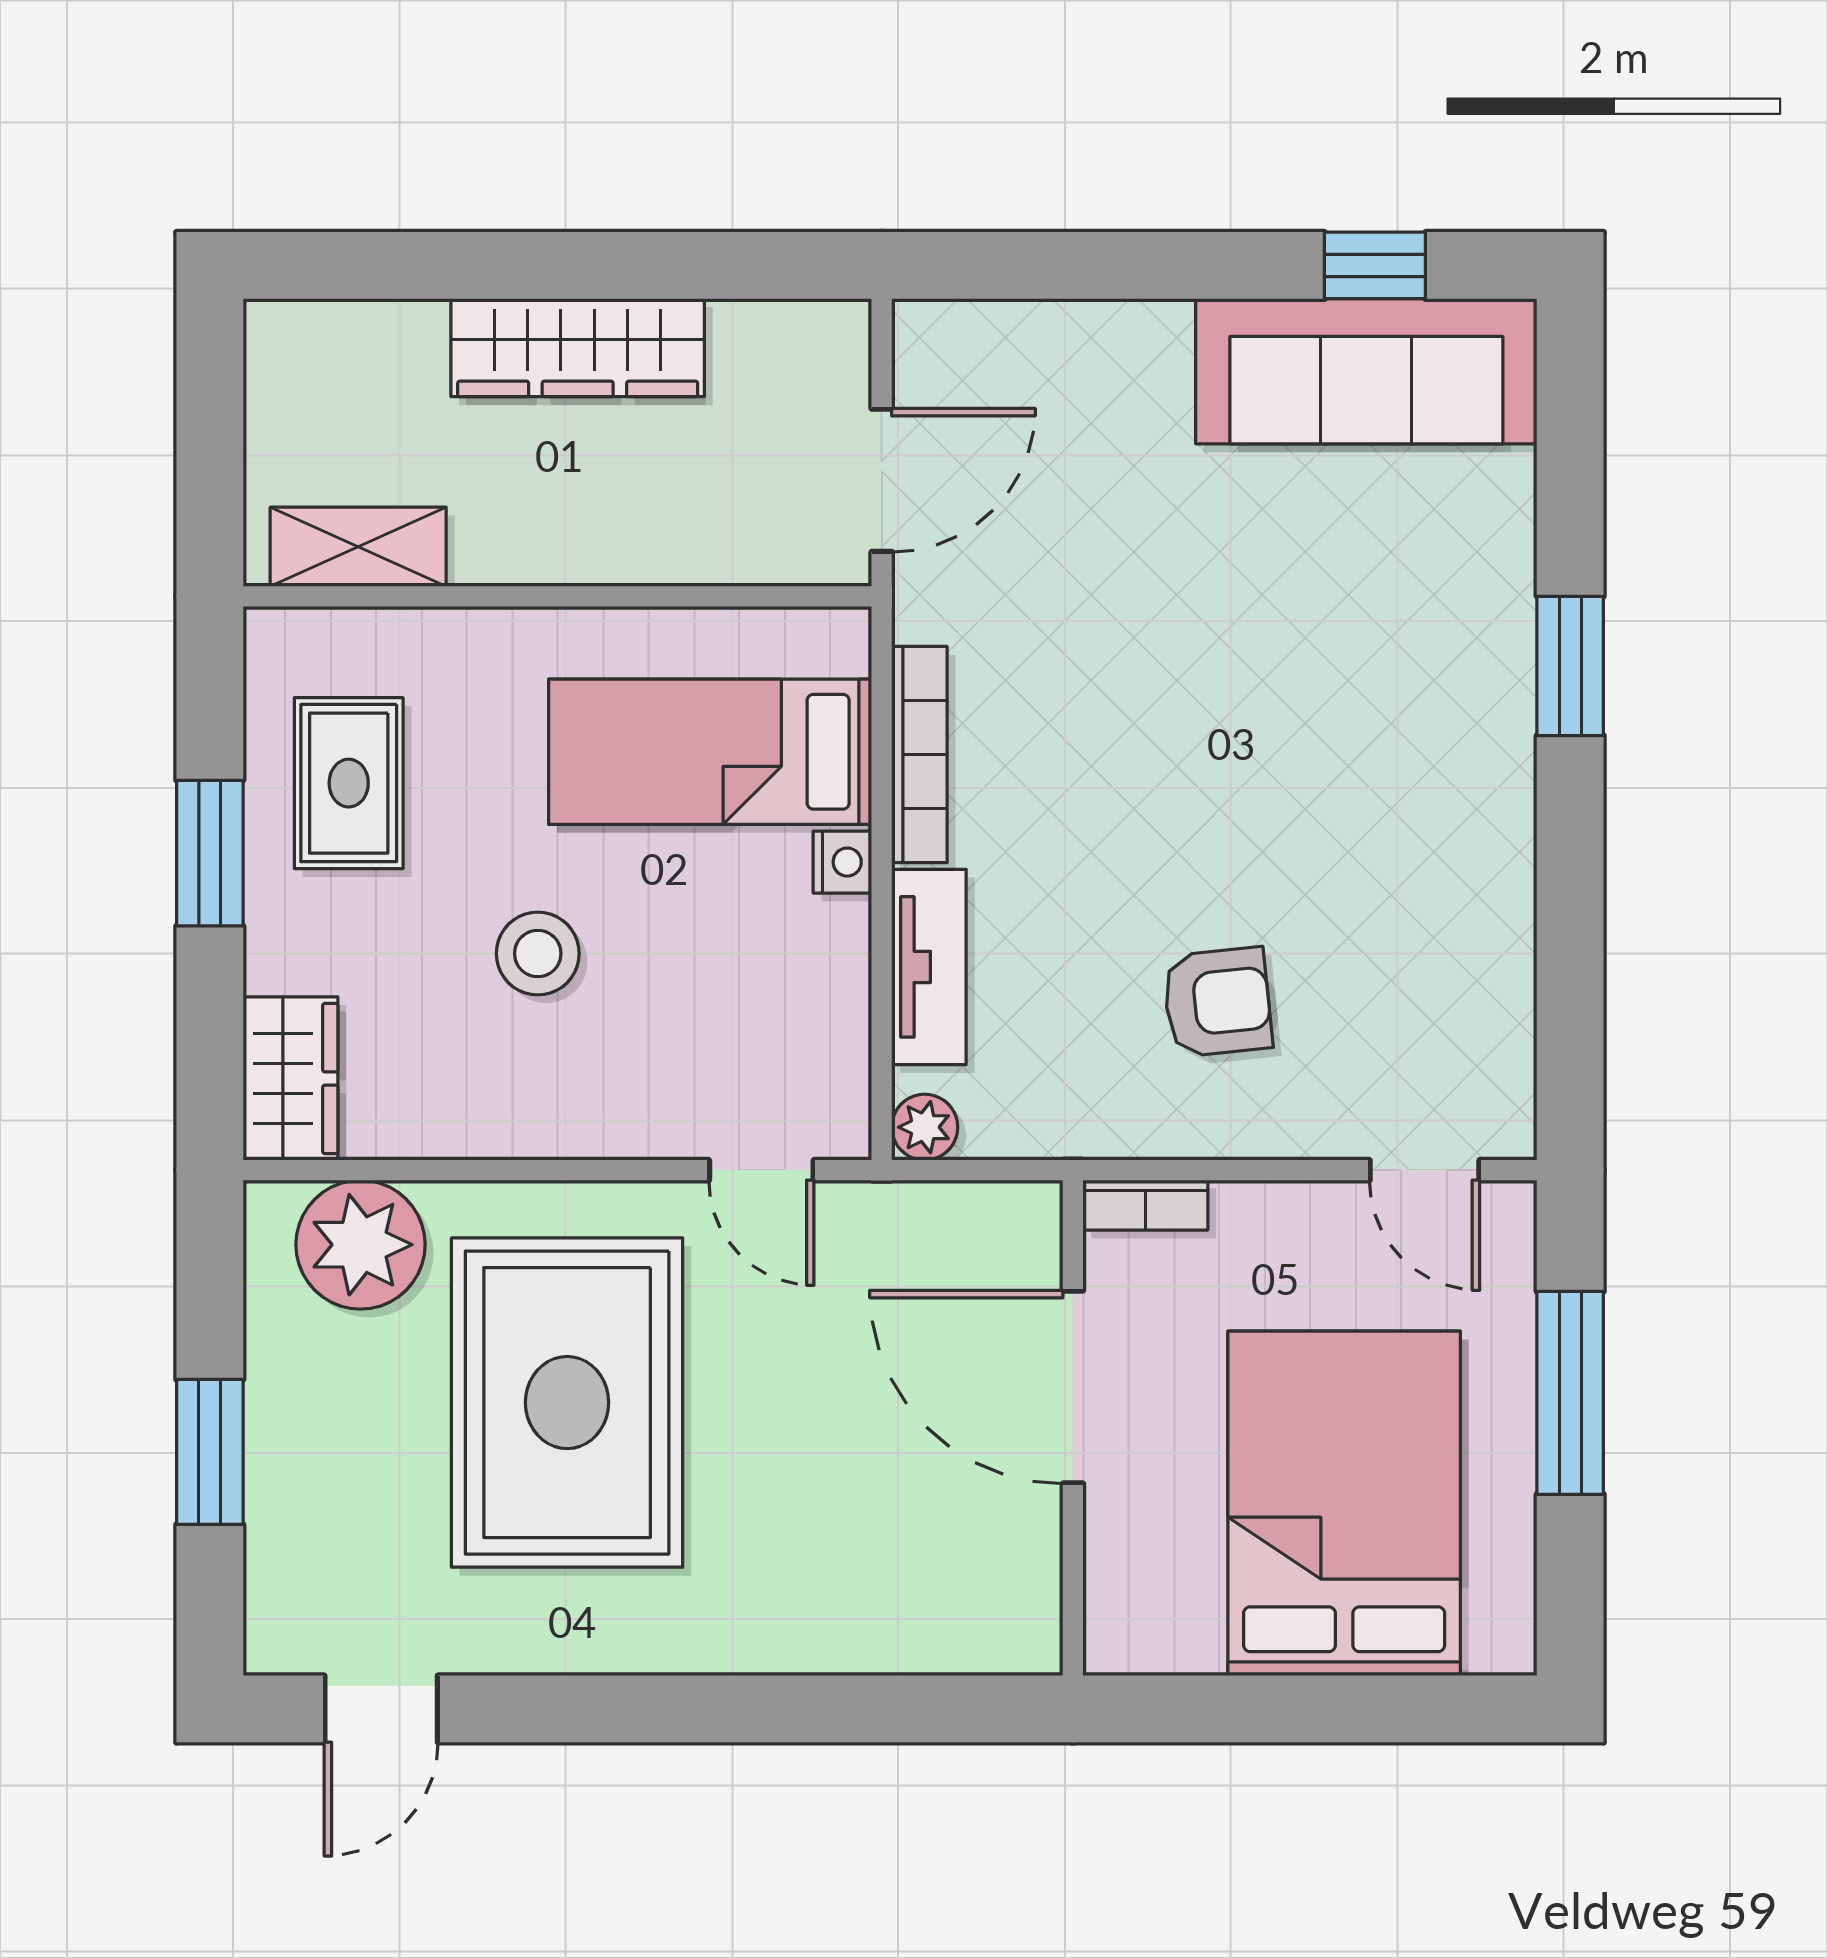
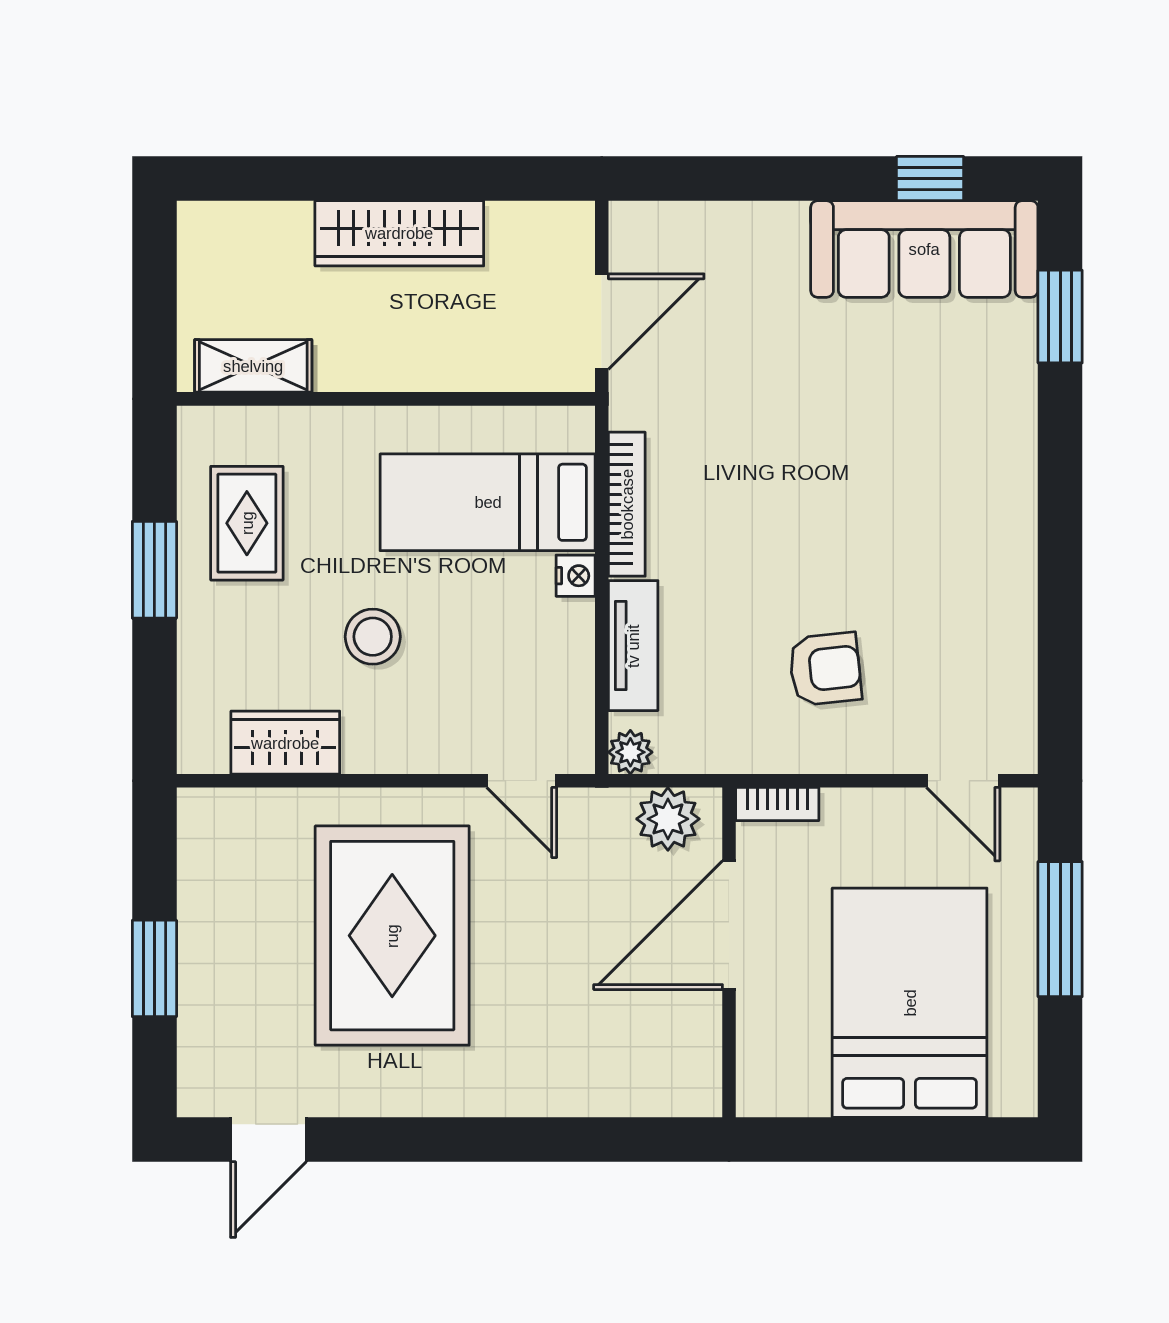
window: (1570, 666) -> (1060, 317), moved
wardrobe: (290, 1078) -> (285, 743), moved, turned -90
plant: (360, 1245) -> (668, 819), moved, width x0.73, depth x0.73
door: (1073, 1387) -> (729, 925), hinge flipped

